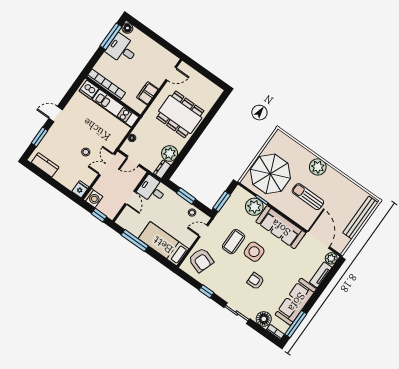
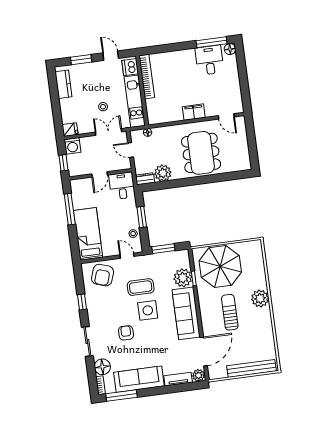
bookcase: (106, 84) -> (147, 77), moved
dishwasher: (89, 90) -> (130, 67), moved
wall: (113, 97) -> (142, 91), moved
kitchen unit: (115, 108) -> (135, 101), moved

